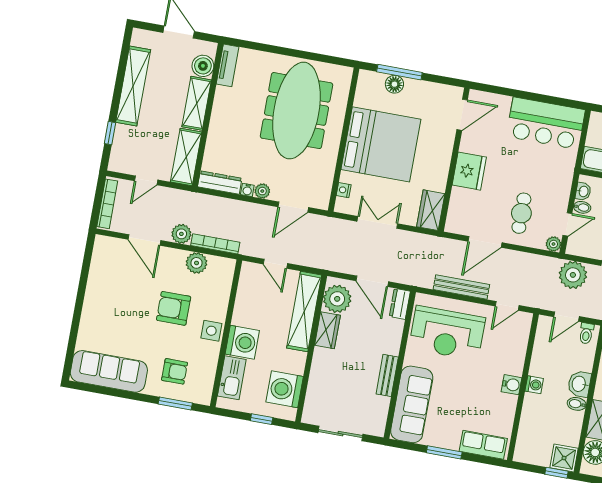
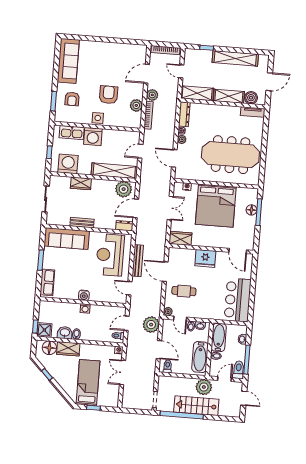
door: (567, 317) -> (127, 323), hinge flipped
wardrobe: (327, 330) -> (81, 183), moved
washbasin: (579, 384) -> (65, 333), moved

